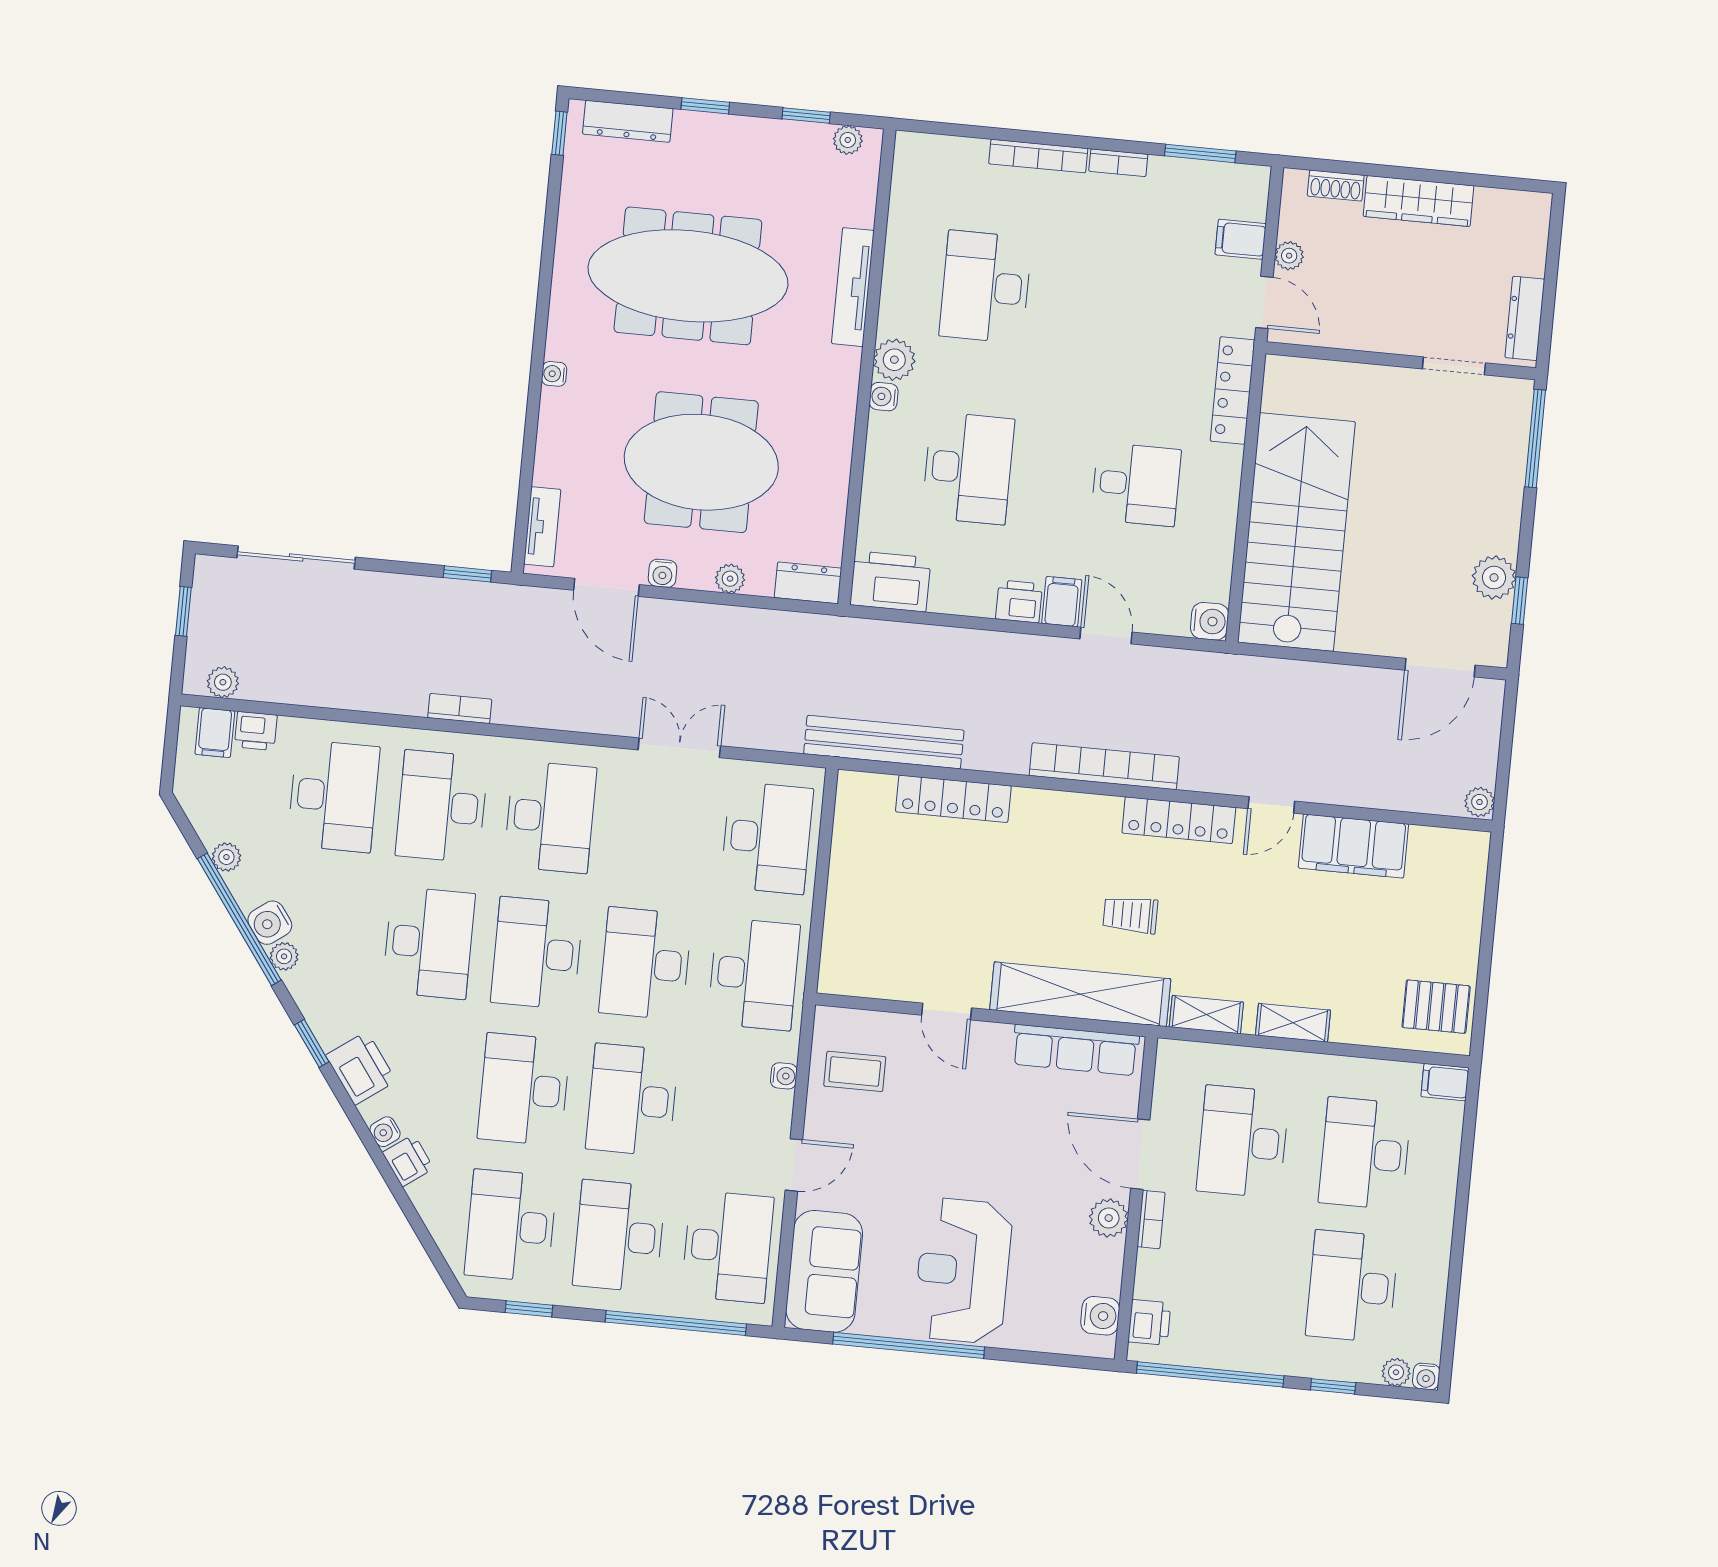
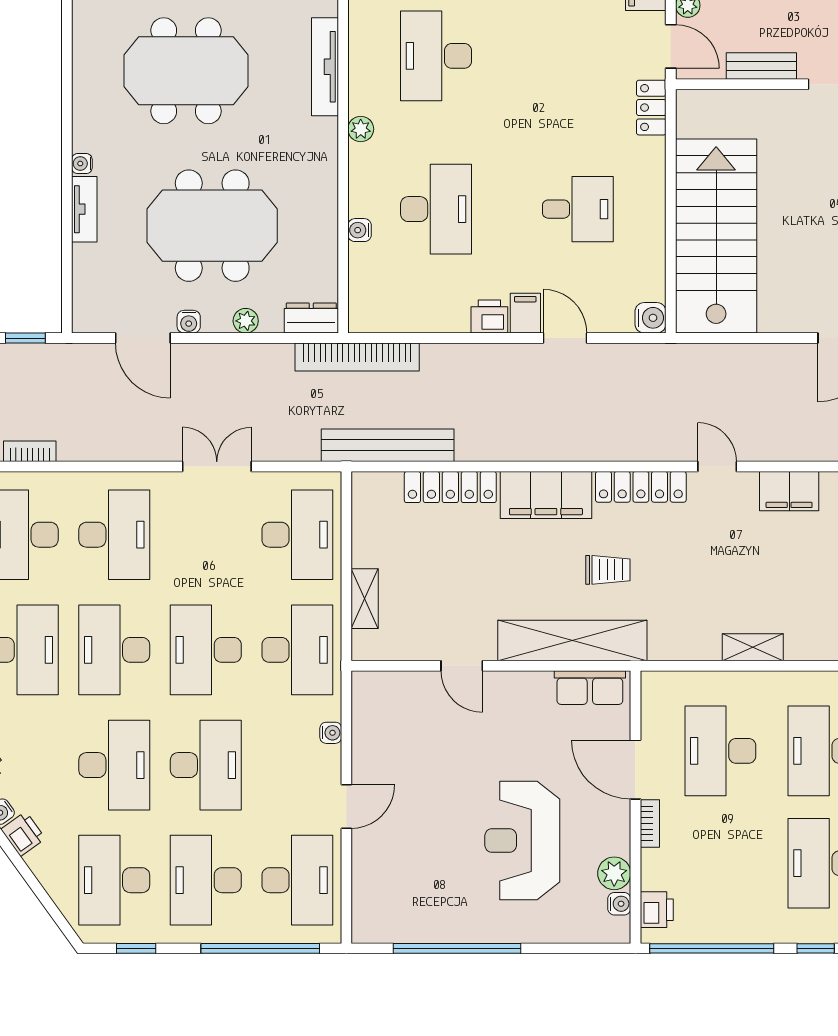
meeting table: (688, 276) -> (186, 71), width x0.73
bench: (1369, 336) -> (761, 66), added
plant: (894, 360) -> (361, 129), width x0.73, depth x0.73
locker: (1233, 391) -> (651, 108), width x0.66
water cooler: (884, 397) -> (360, 230), moved
tv unit: (542, 527) -> (84, 209), moved
printer: (890, 581) -> (380, 310), removed
bookcase: (1104, 766) -> (357, 357), moved, turned 180
door: (1271, 805) -> (717, 467), swing flipped
filing cabinet: (1066, 819) -> (546, 495), added
filing cabinet: (1353, 846) -> (789, 491), width x0.67, depth x0.86
trolley: (1130, 915) -> (608, 570), turned 180
shelving: (1206, 1015) -> (365, 599), moved, turned 90
row of seats: (1075, 1050) -> (590, 688), width x0.68
coffee table: (855, 1071) -> (390, 723), removed
desk: (524, 1089) -> (114, 765), turned 180
desk: (632, 1100) -> (206, 765), turned 180
plant: (1109, 1218) -> (614, 873), moved
sofa: (824, 1271) -> (380, 893), removed
reception desk: (963, 1271) -> (522, 841), moved
water cooler: (1100, 1316) -> (619, 904), width x0.72, depth x0.72

